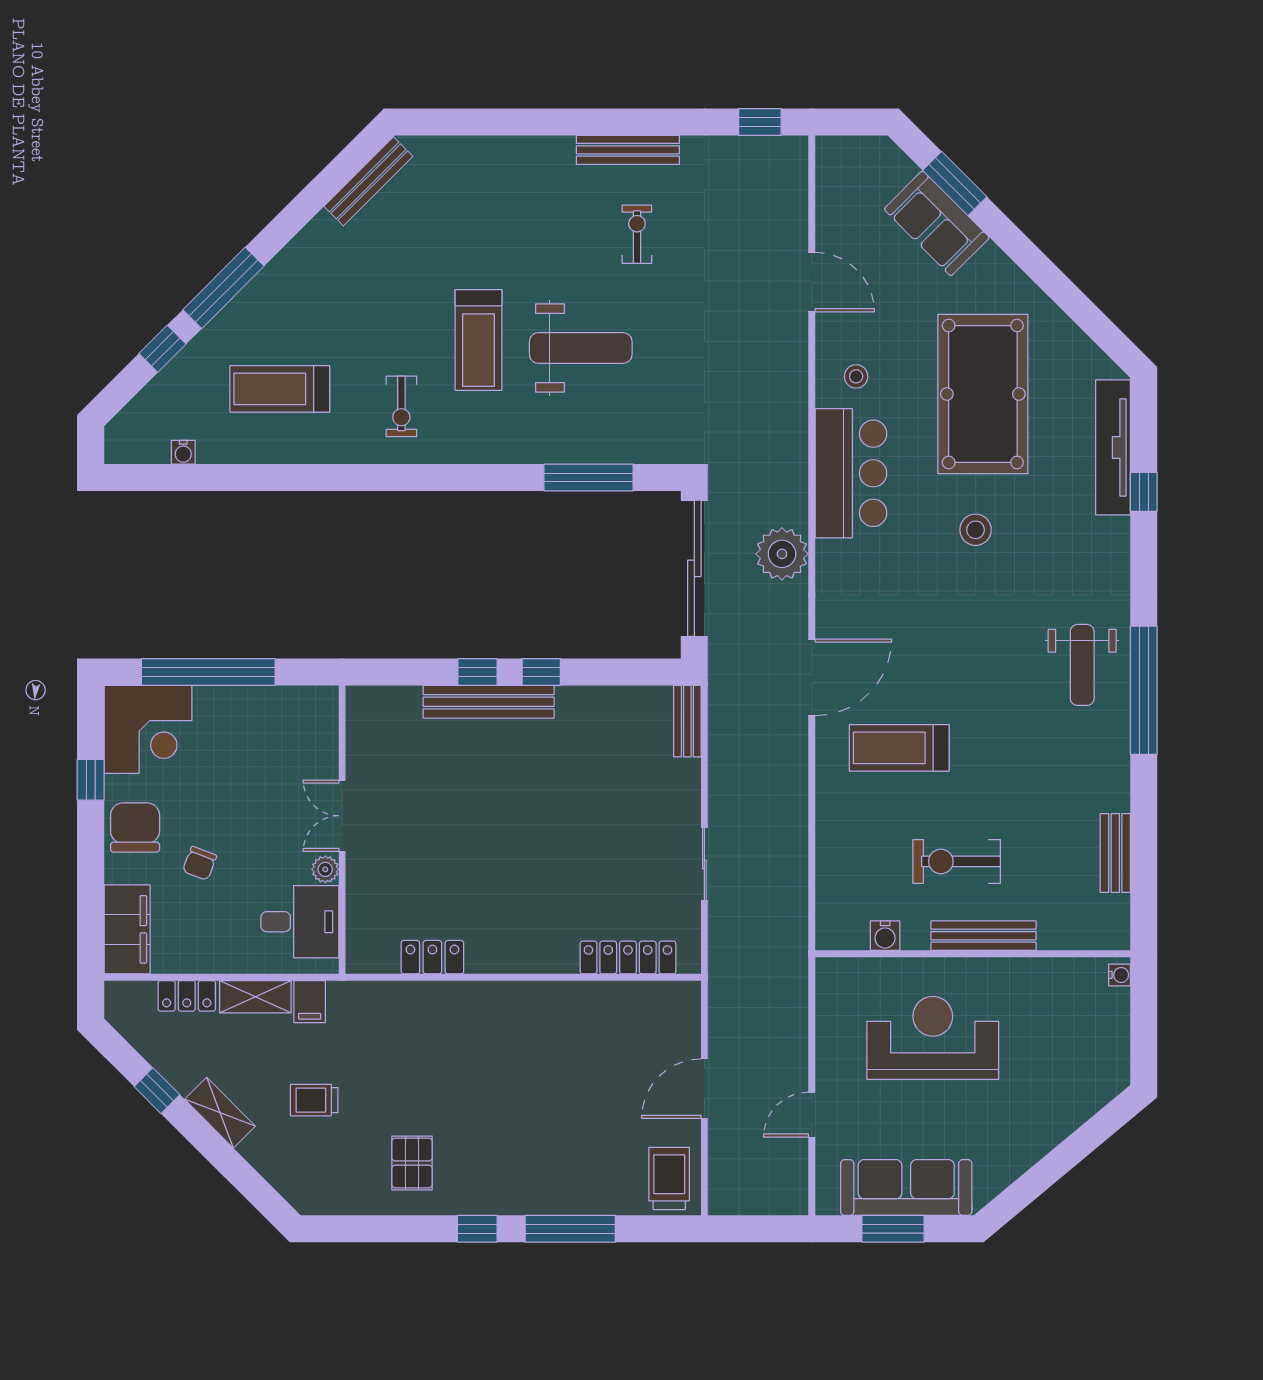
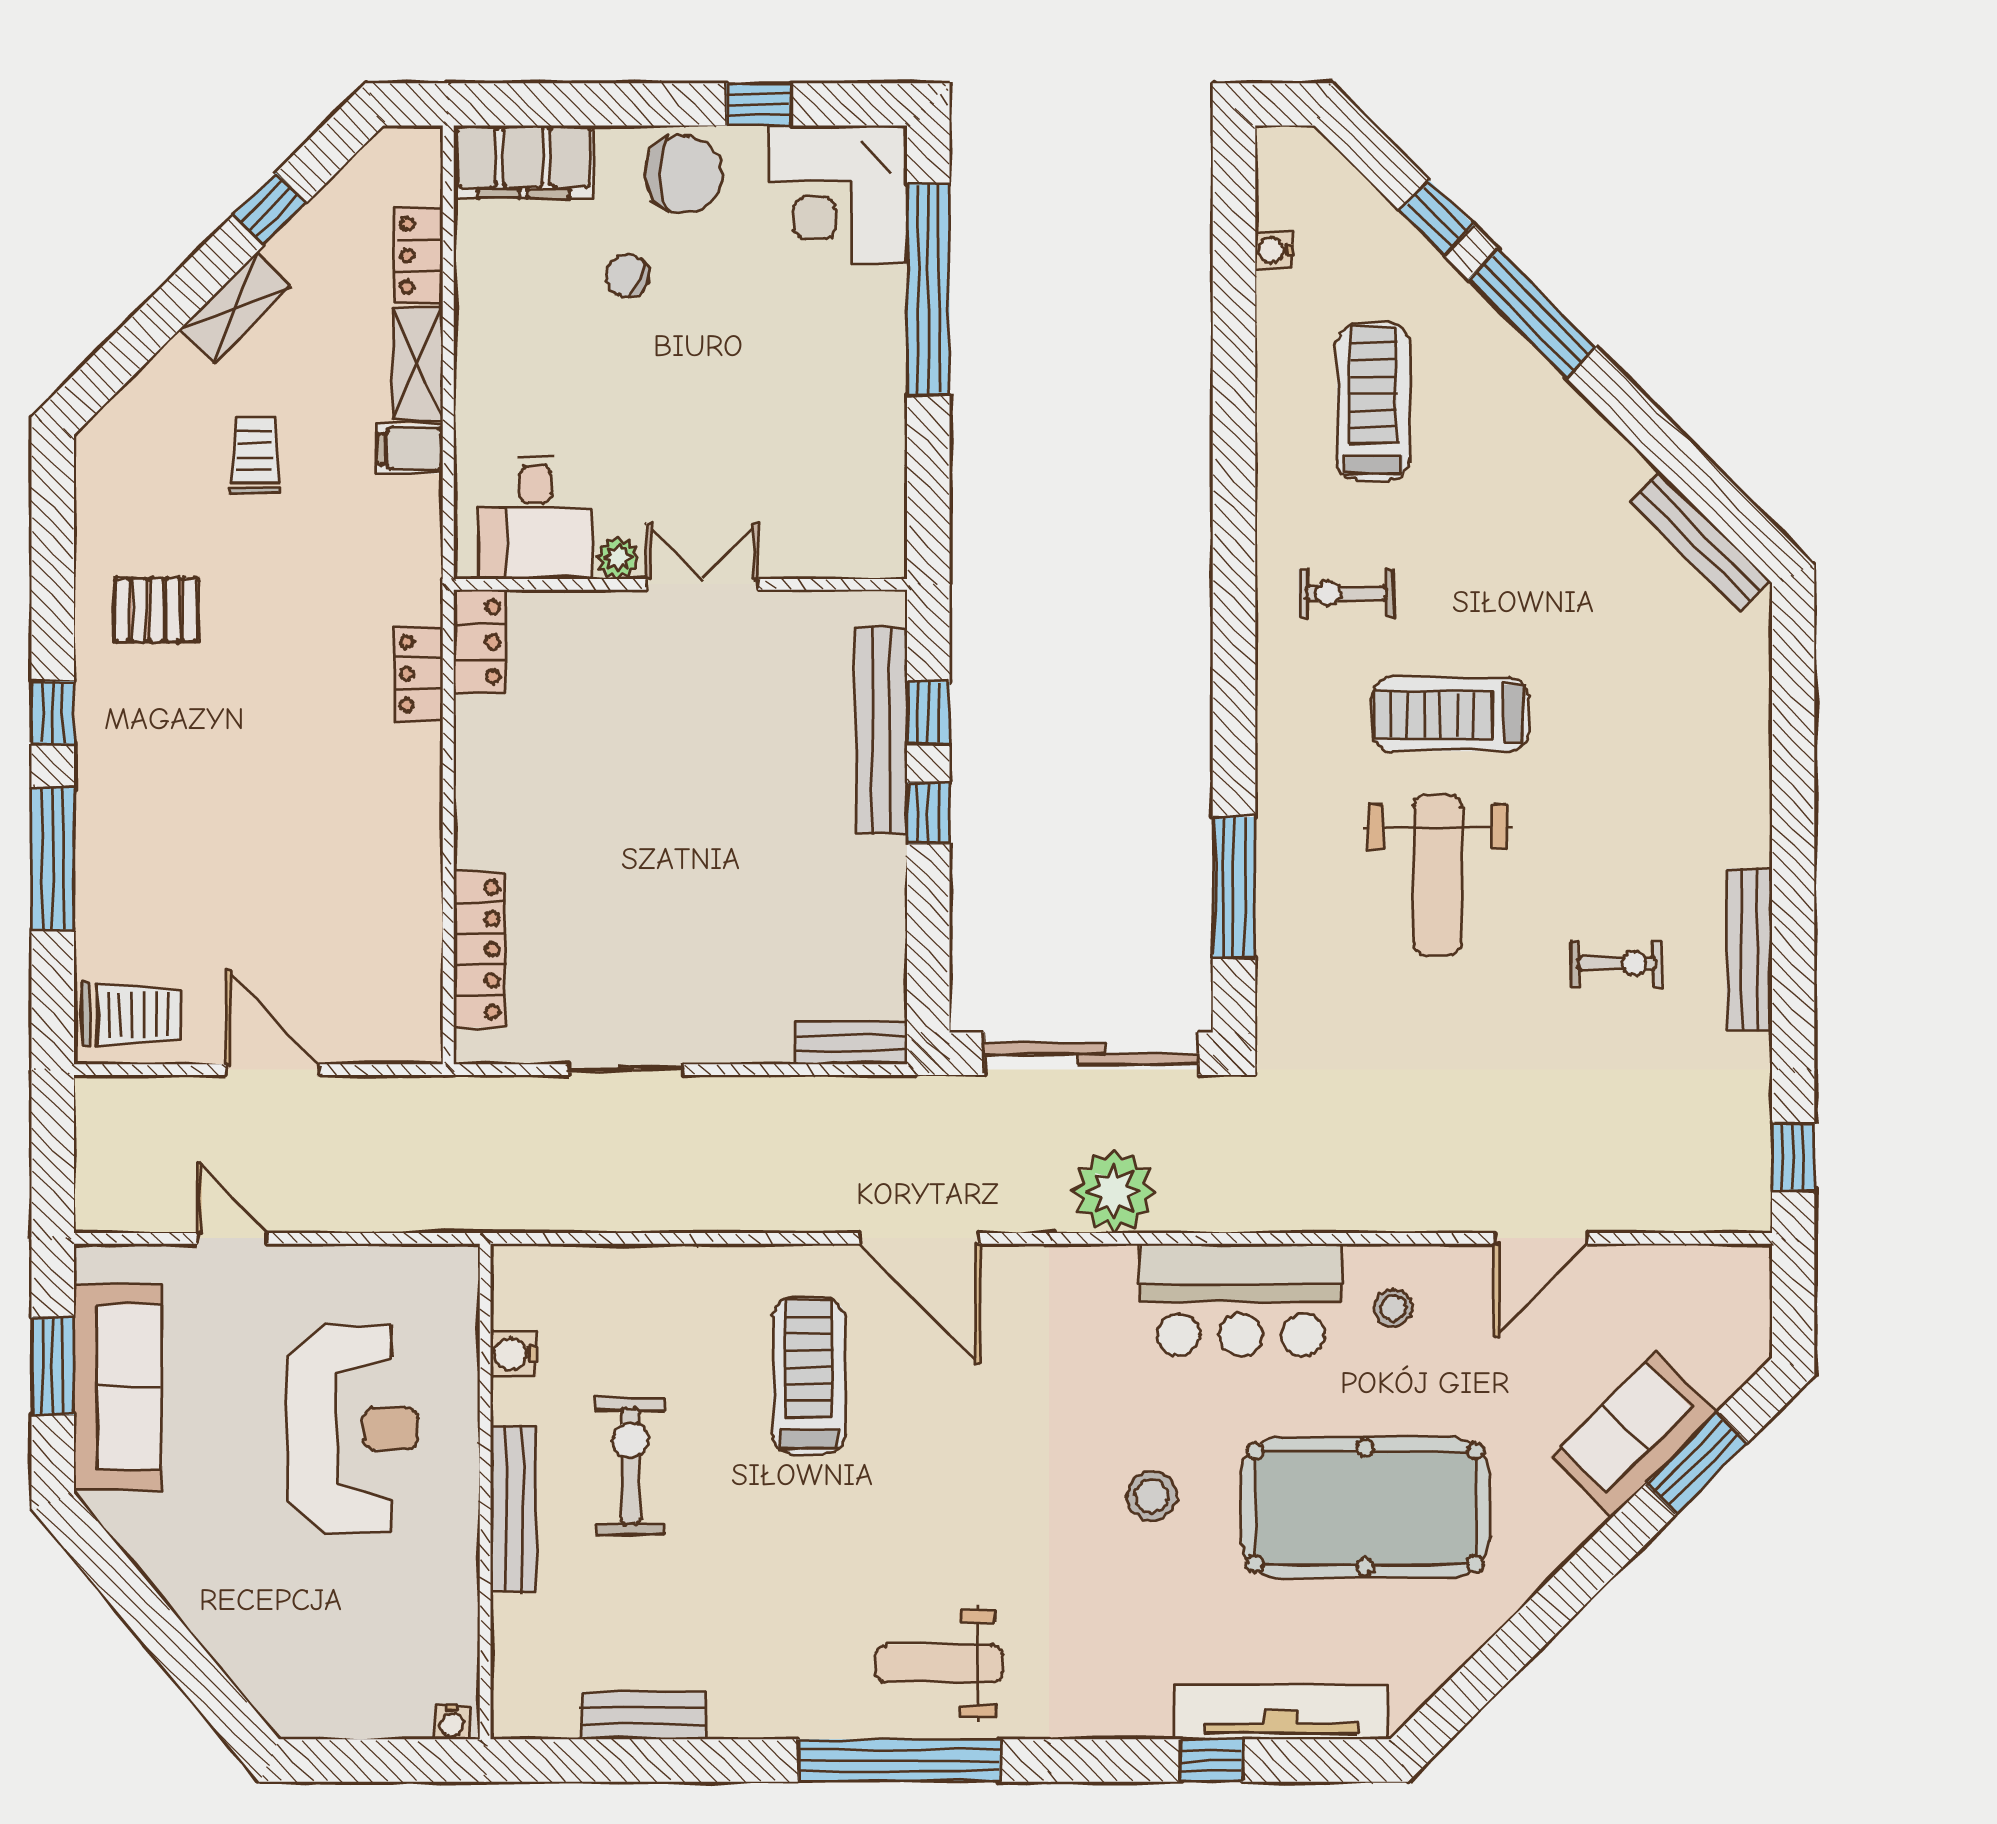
double door: (342, 816) -> (702, 584), moved
wall: (342, 830) -> (680, 584), moved
plant: (325, 869) -> (618, 558), moved
desk: (300, 922) -> (536, 518), moved
locker: (453, 996) -> (419, 674), added

